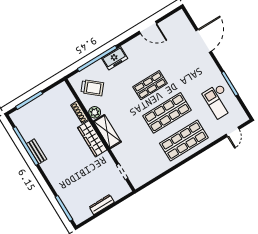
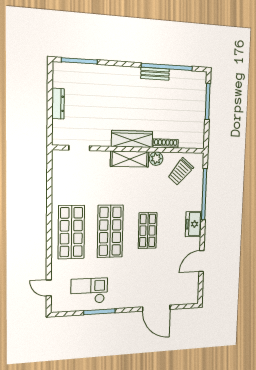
freezer: (115, 58) -> (193, 224), moved

